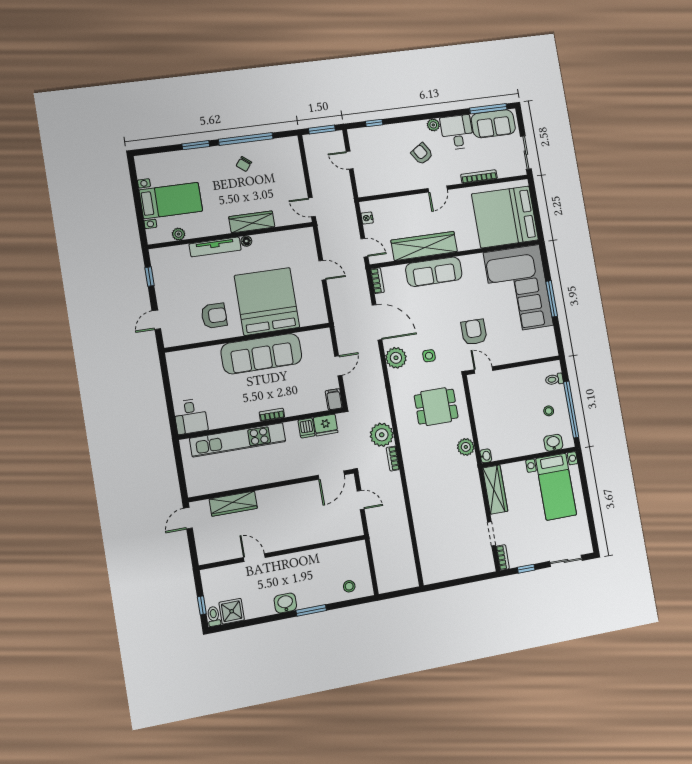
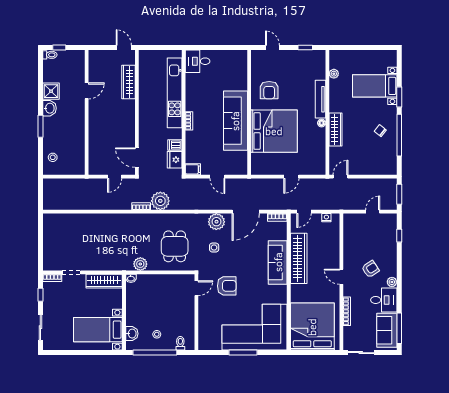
bed with nightstands: (171, 201) -> (375, 86), moved, turned 90
shower: (232, 611) -> (51, 91), moved

